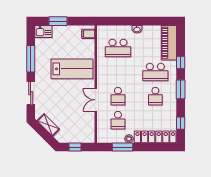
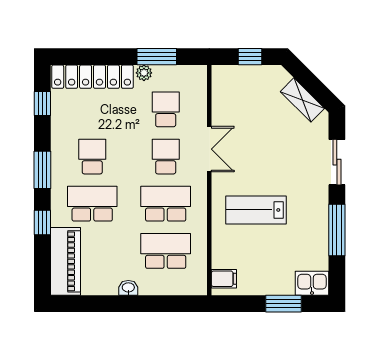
lab bench: (72, 69) -> (256, 210), width x0.73, depth x0.72
school desk: (118, 72) -> (166, 204), added

